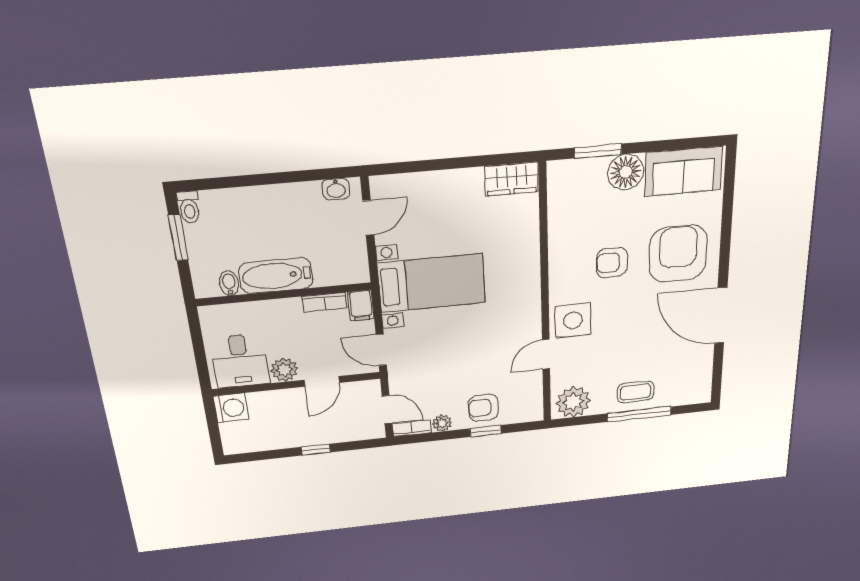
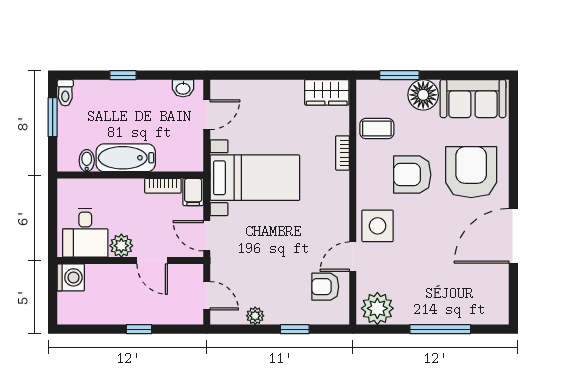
window: (259, 180) -> (123, 75), added
armchair: (612, 263) -> (412, 175), width x1.38, depth x1.38
door: (721, 315) -> (513, 236), hinge flipped
door: (322, 381) -> (152, 261), hinge flipped
coffee table: (635, 392) -> (377, 129), moved
armchair: (483, 408) -> (325, 287), moved
bookcase: (412, 428) -> (343, 153), moved, turned -90

